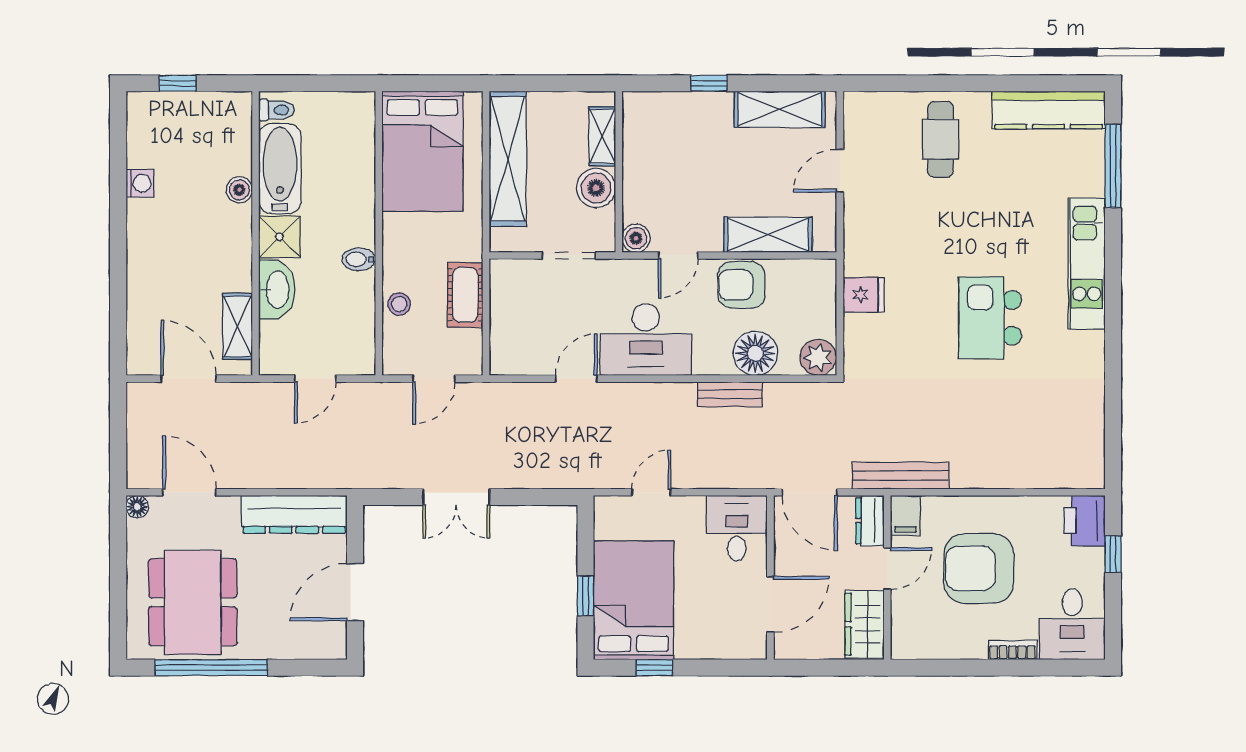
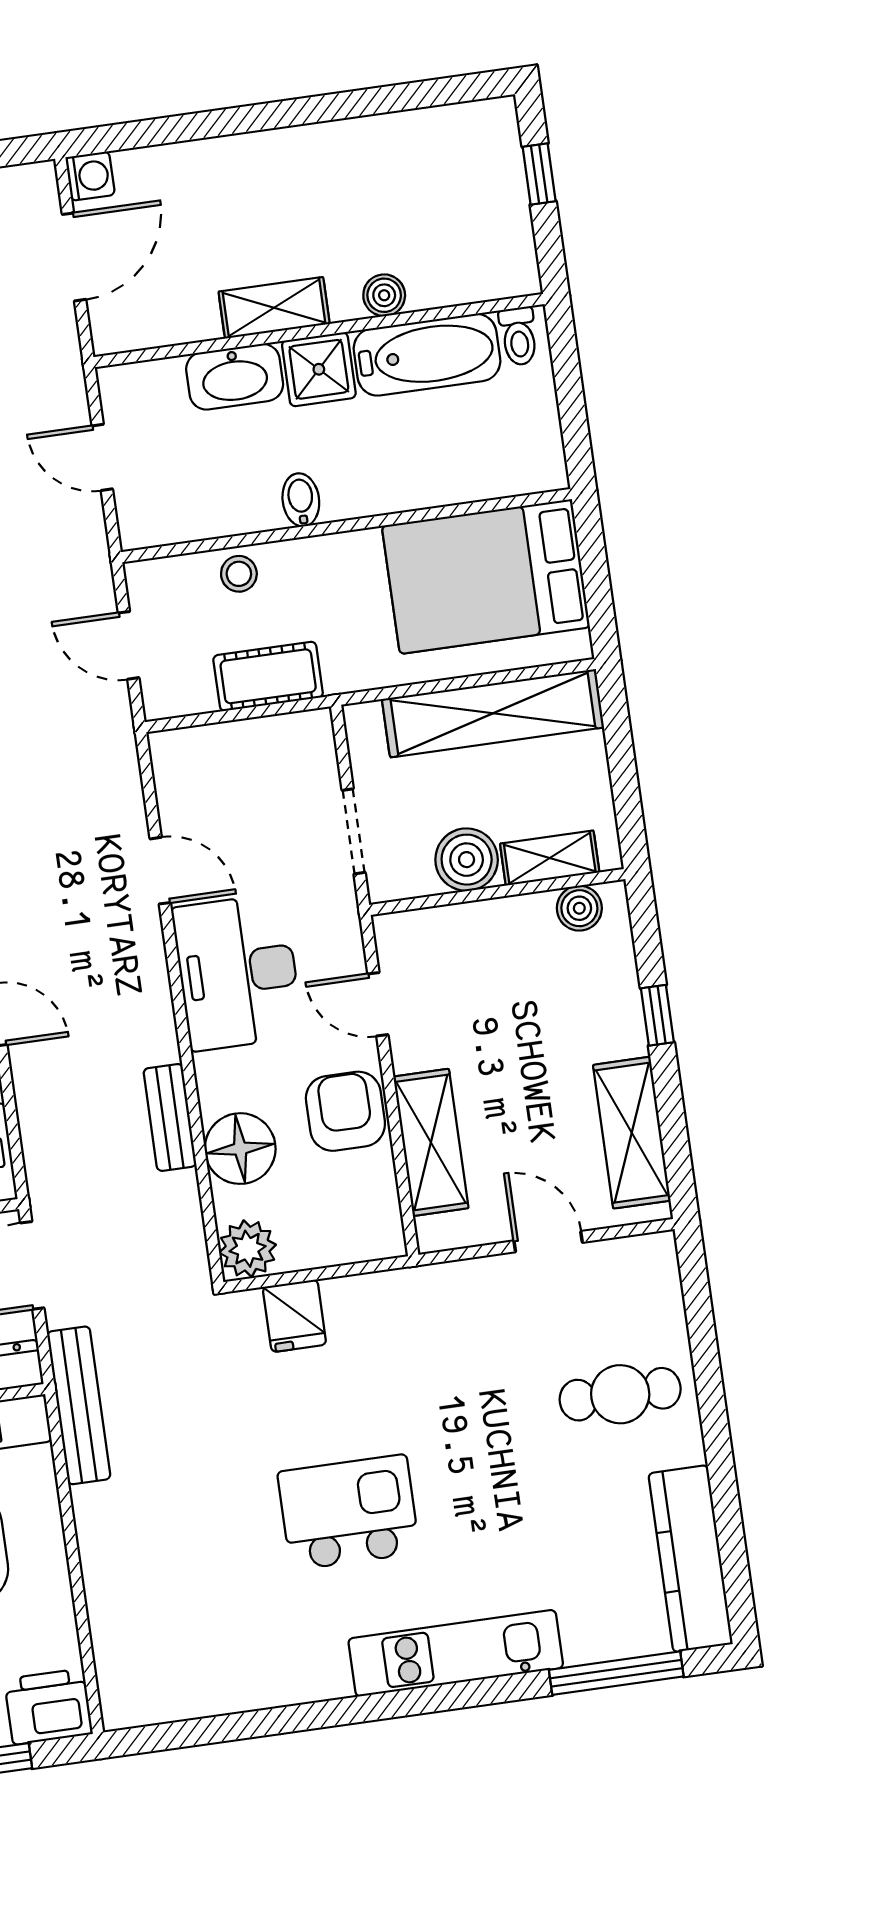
washing machine: (140, 183) -> (90, 176), moved, turned -90
boiler: (636, 238) -> (579, 908), moved
fridge: (864, 295) -> (294, 1316), moved
shelving: (237, 326) -> (274, 308), moved

